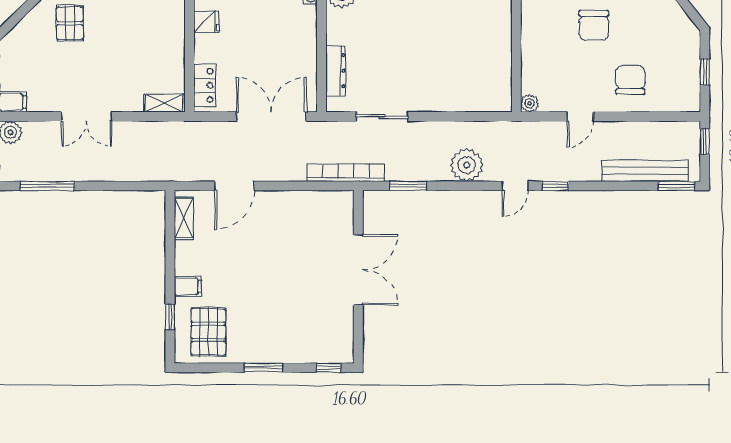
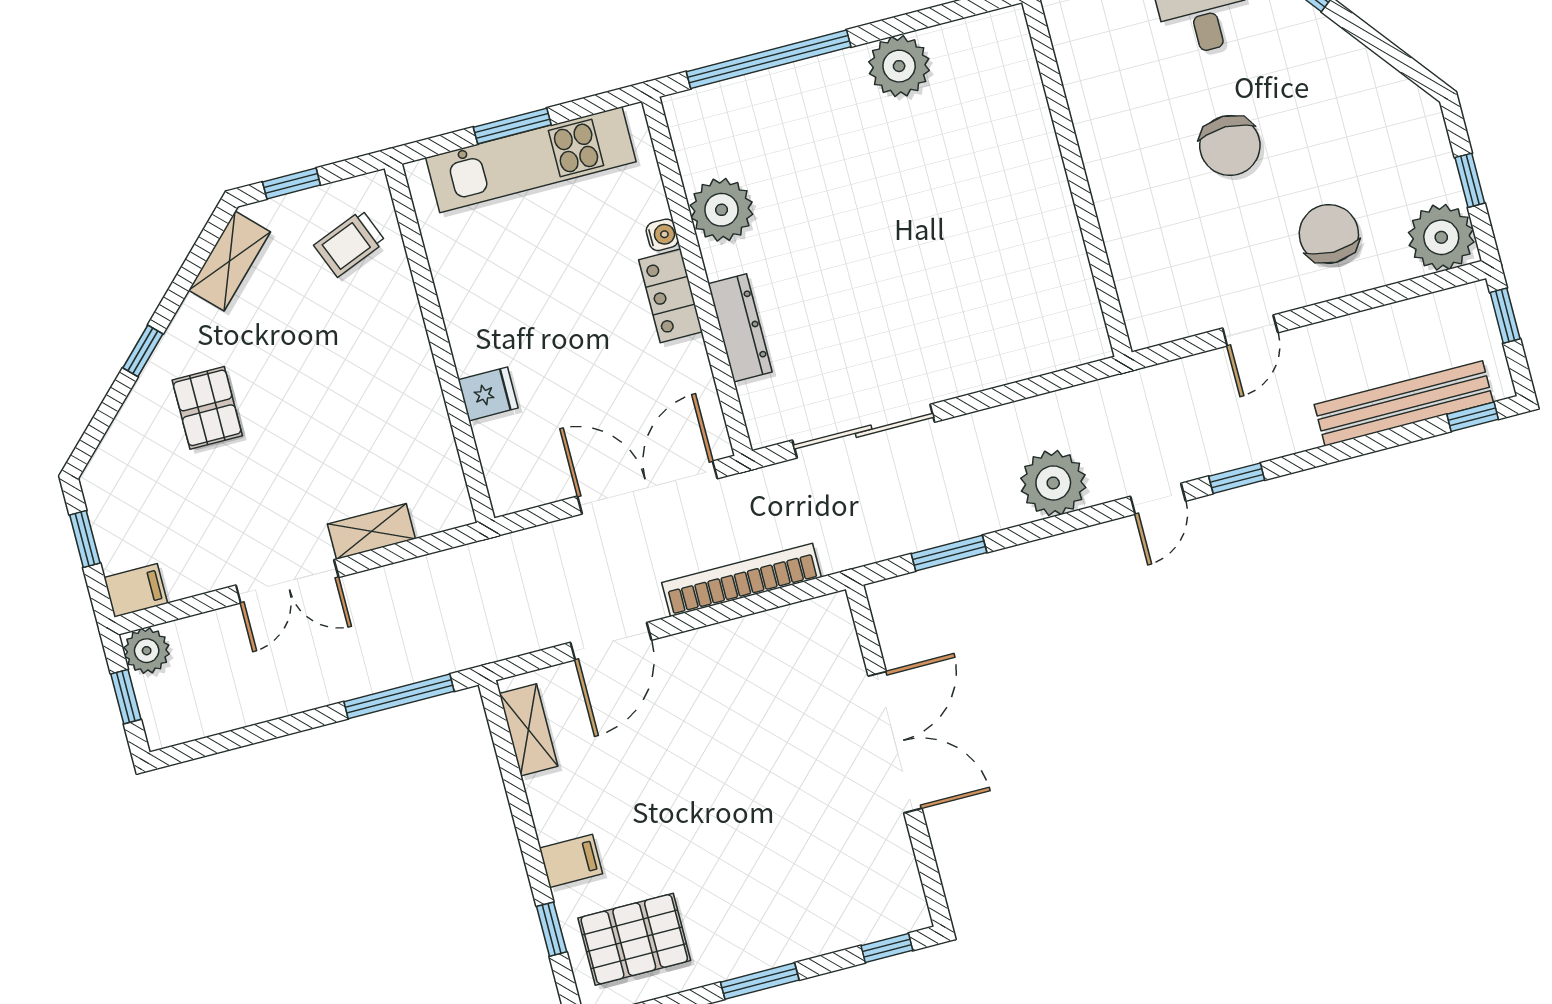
fridge: (206, 22) -> (488, 394), moved
dresser: (336, 71) -> (740, 328), moved
locker: (205, 85) -> (671, 296), moved, turned 180
shelving: (164, 103) -> (371, 531), moved
plant: (529, 103) -> (1441, 237), moved, width x1.88, depth x1.88
sliding door: (382, 117) -> (864, 431), width x1.37
bookcase: (346, 173) -> (741, 580), moved
window: (47, 186) -> (399, 696), moved
window: (676, 186) -> (1473, 417), width x0.67
pallet: (208, 332) -> (634, 939), turned 90

